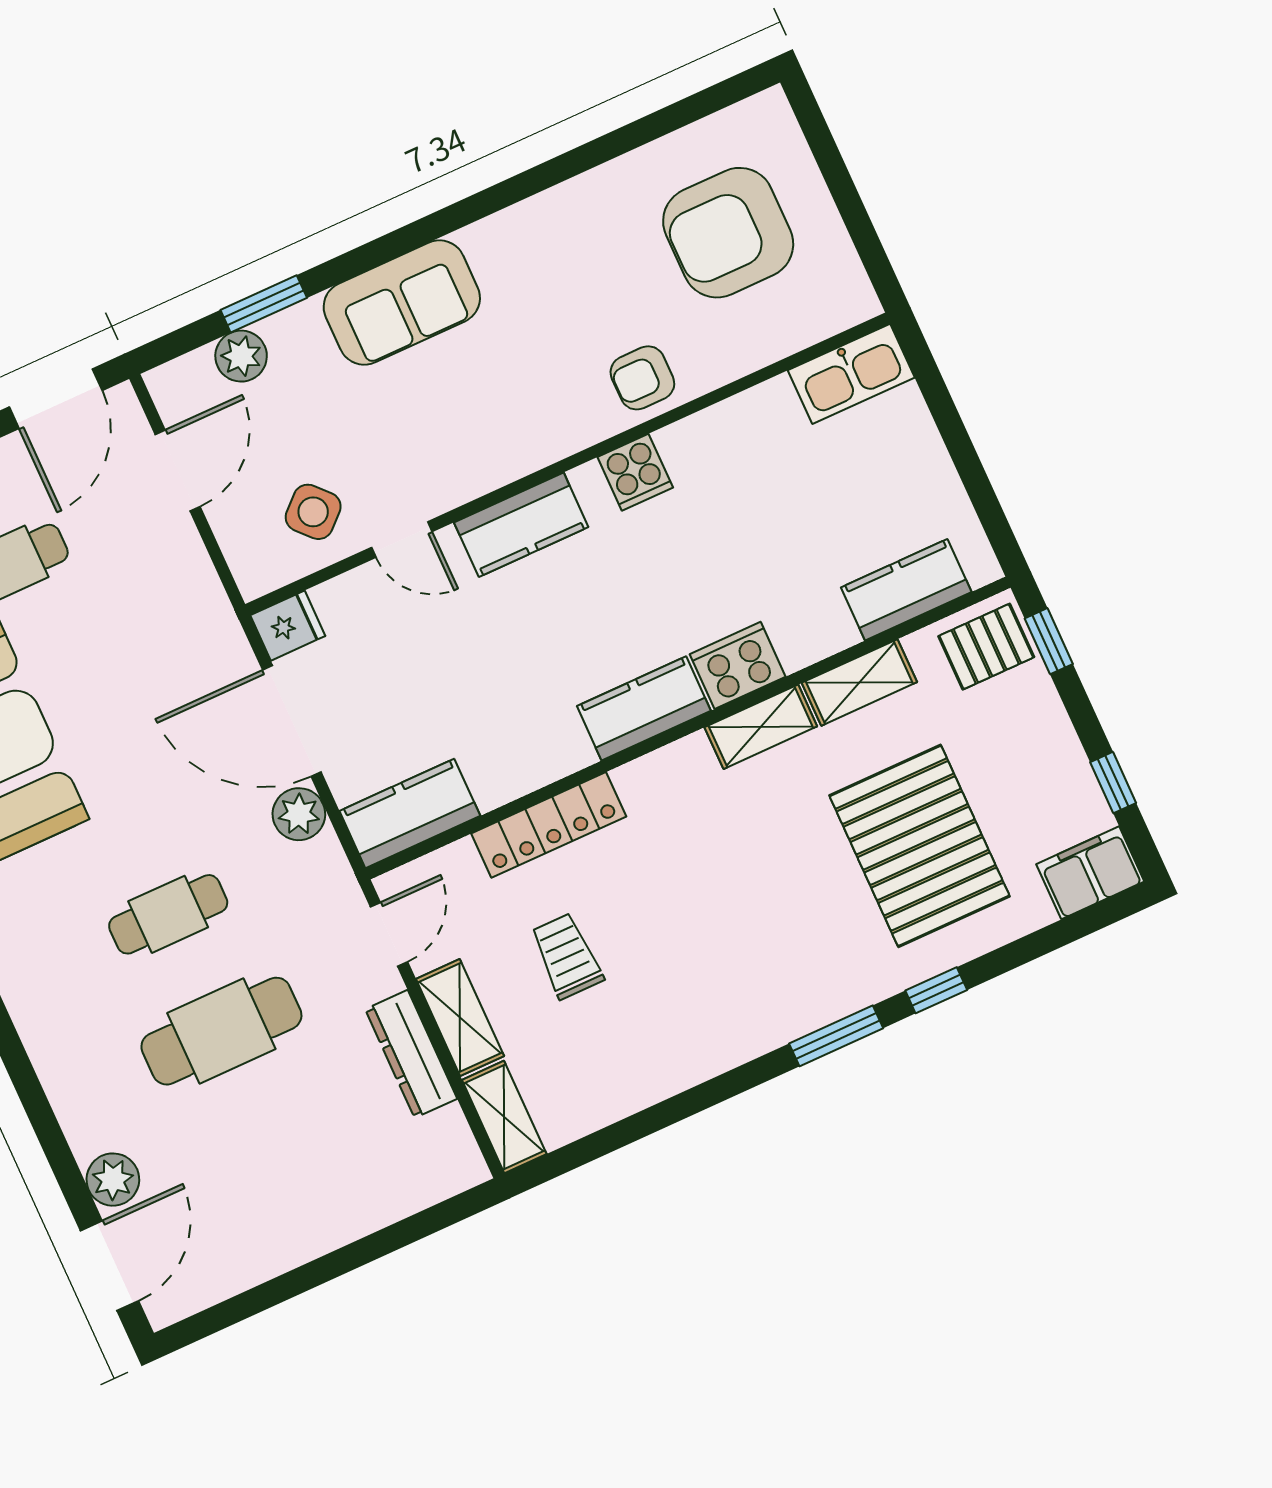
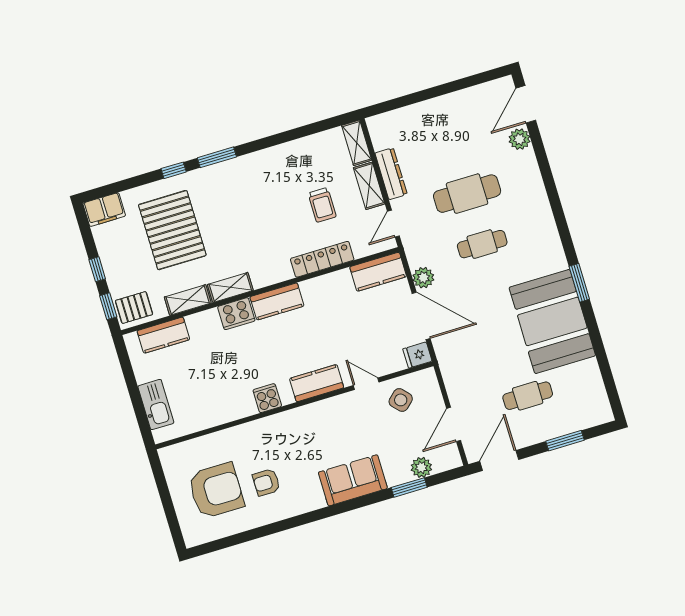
kitchen sink: (851, 374) -> (156, 405), moved, turned 90
armchair: (642, 378) -> (266, 482), moved, turned 180
window: (1113, 783) -> (97, 269), moved

